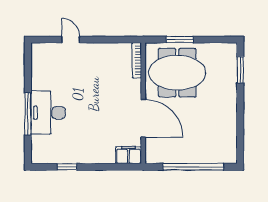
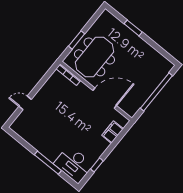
window: (240, 70) -> (133, 28), moved
desk: (48, 113) -> (74, 164), moved
filing cabinet: (129, 155) -> (113, 132), moved

